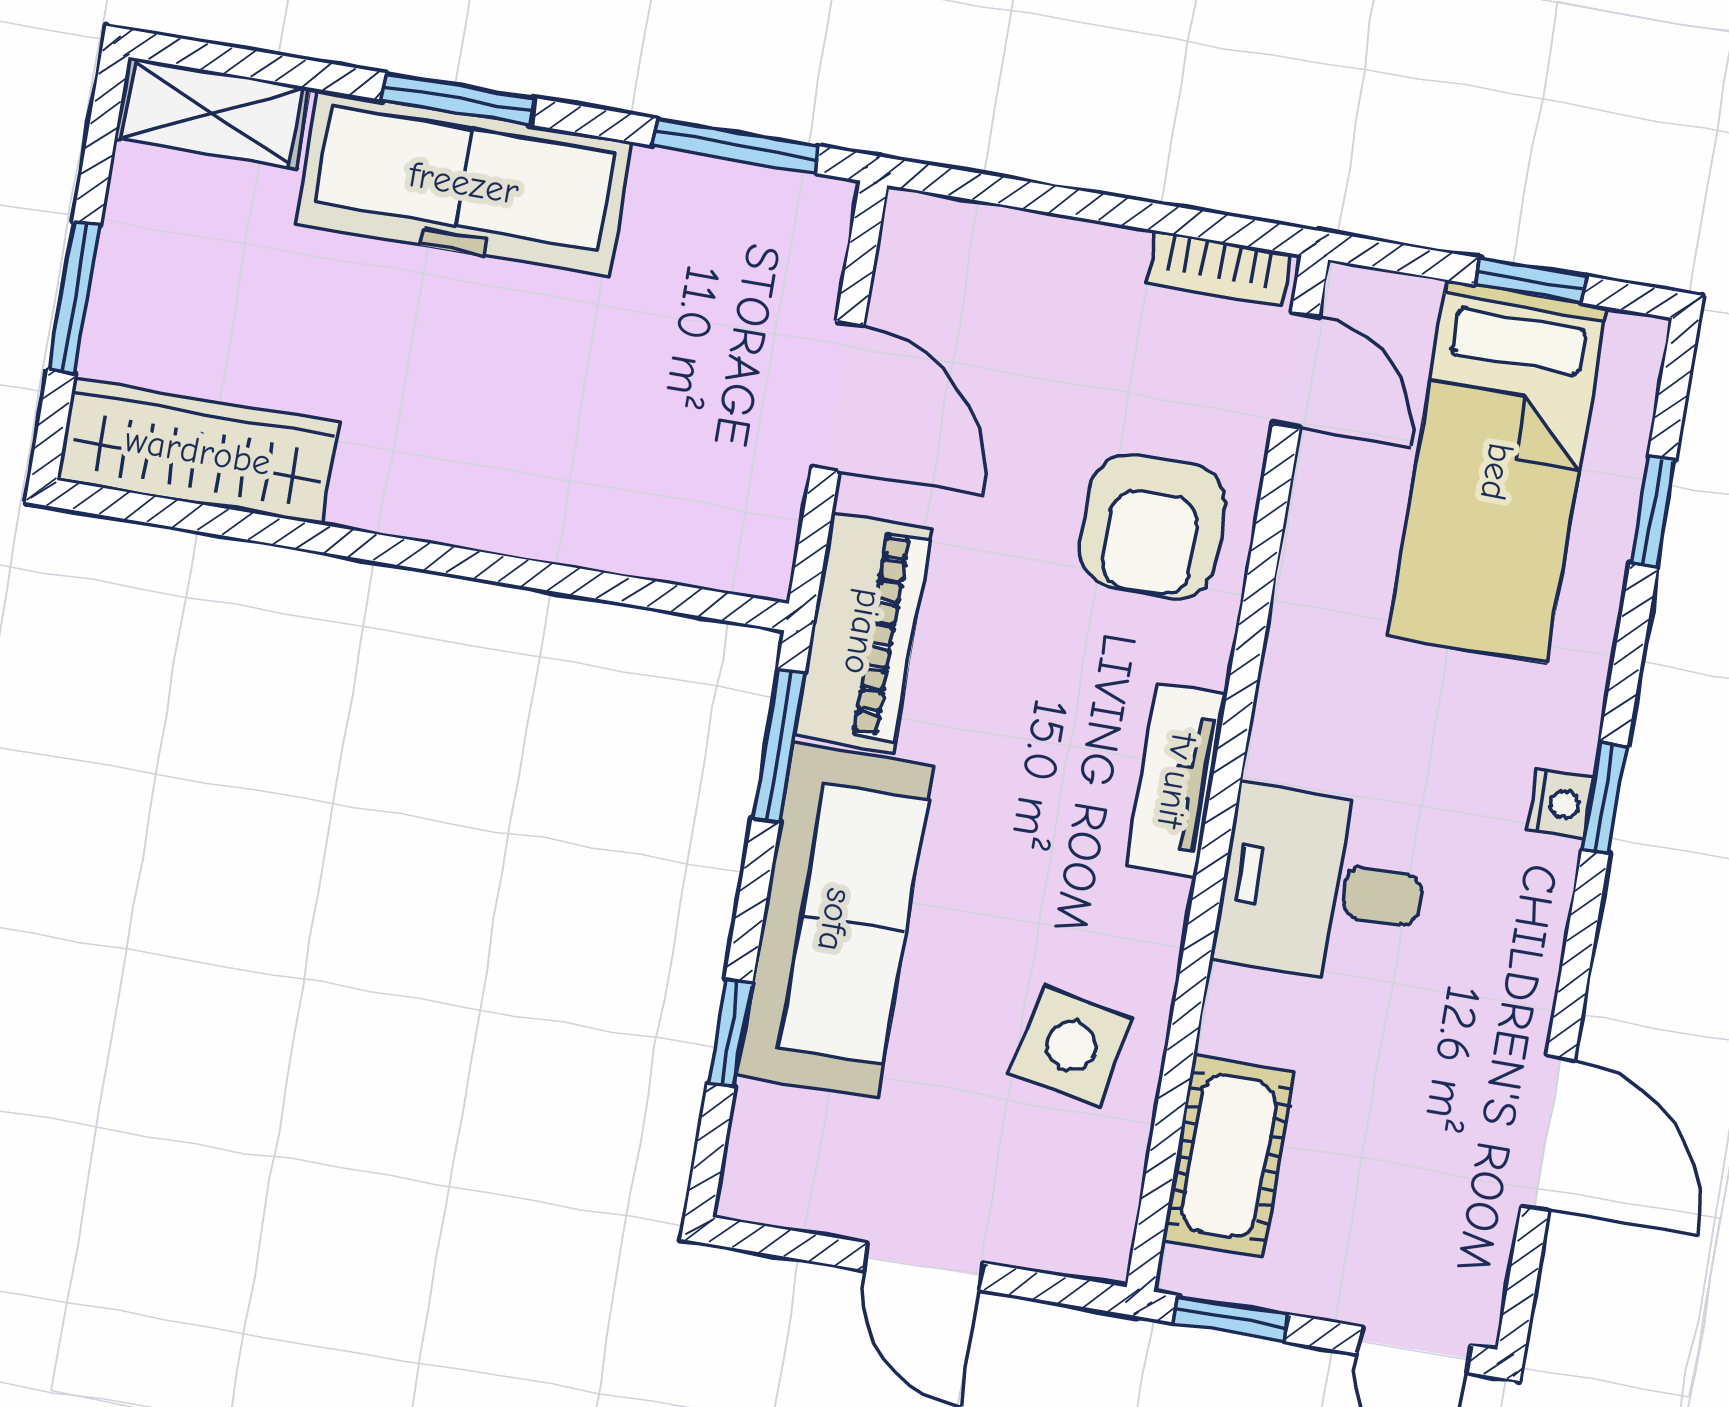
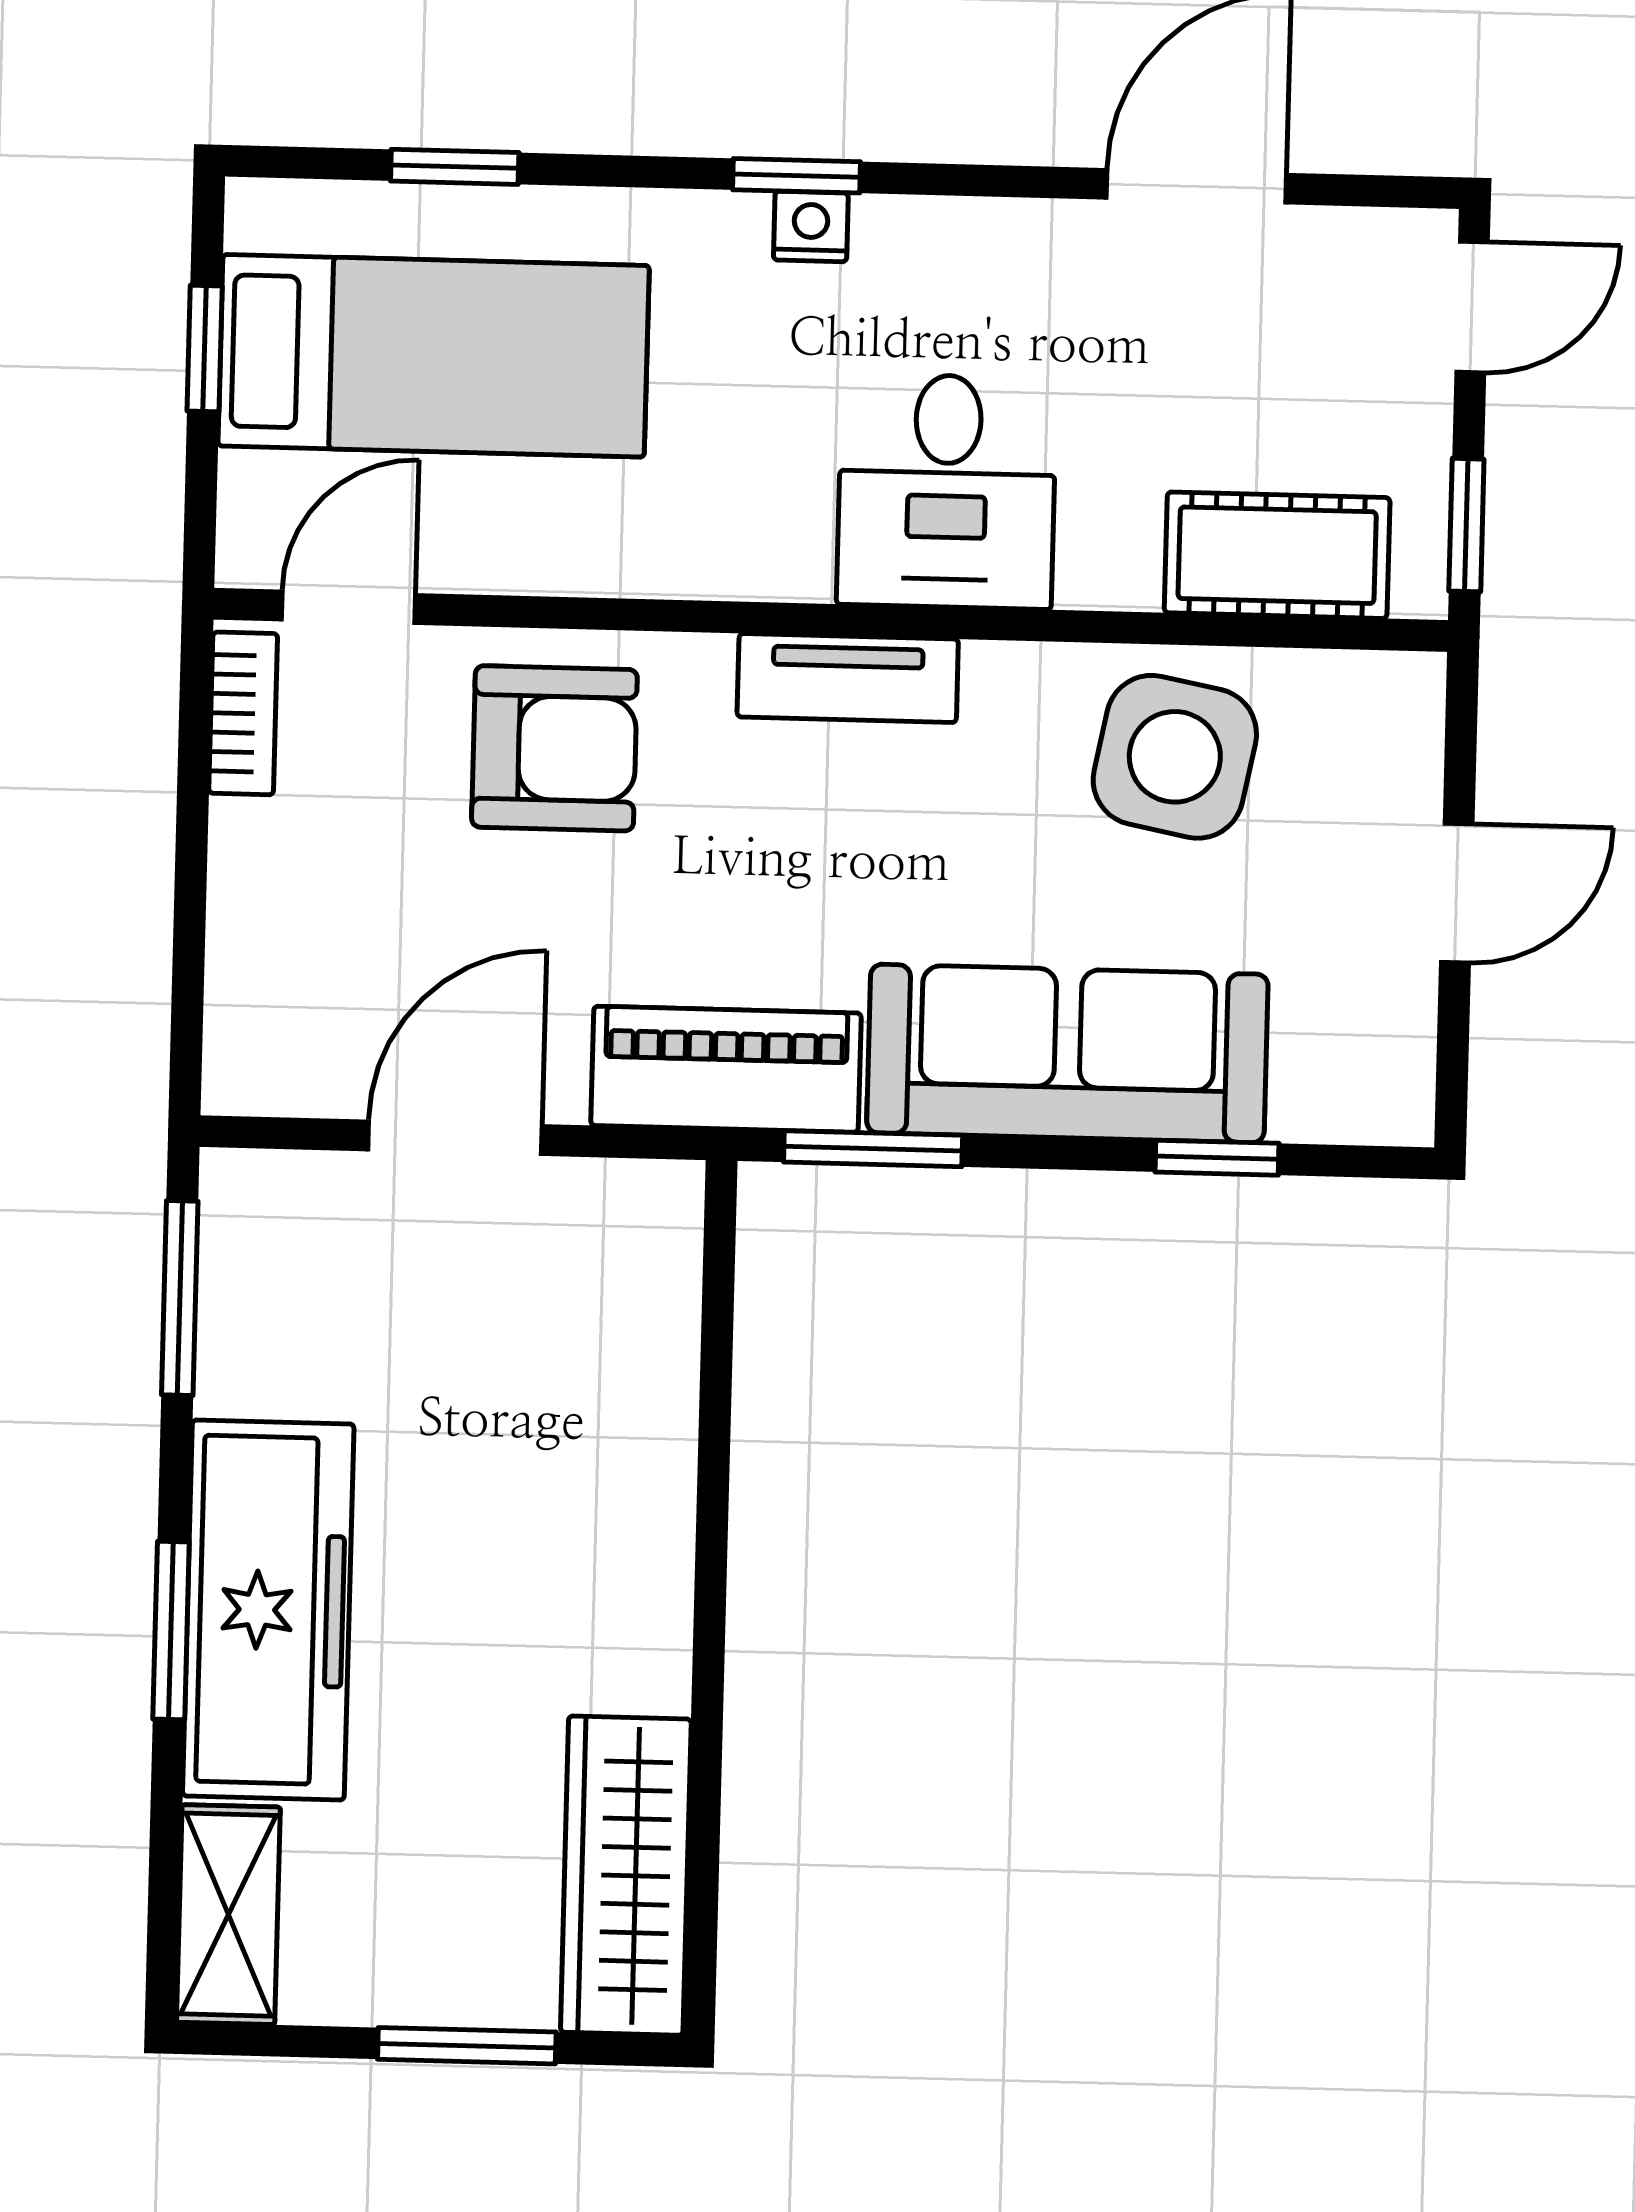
side table: (1071, 1046) -> (1175, 757), width x1.37, depth x1.37

